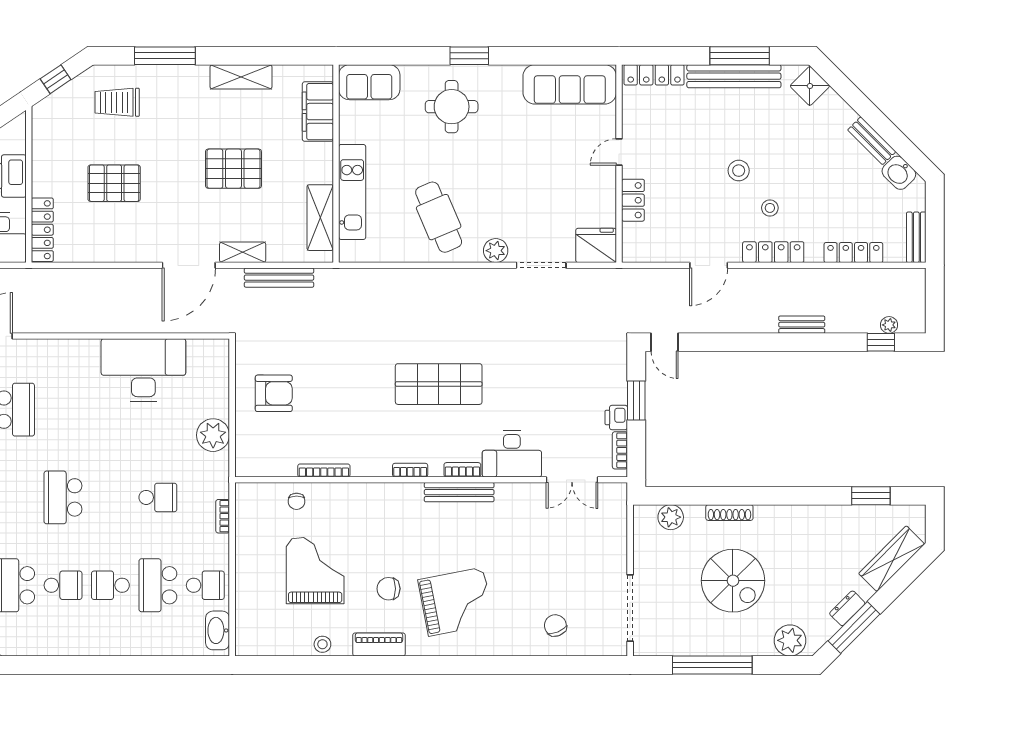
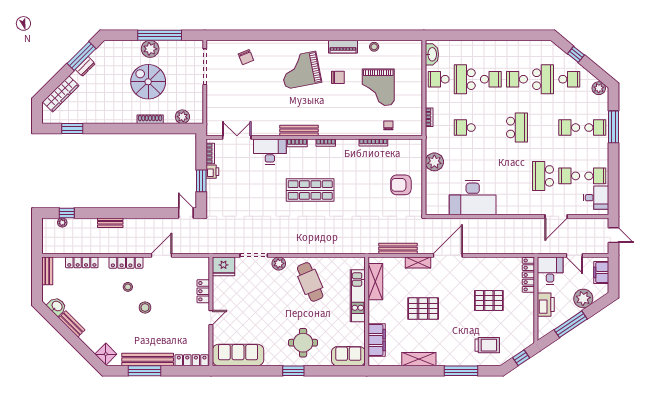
school desk: (158, 585) -> (465, 79), turned 180
plant: (790, 640) -> (150, 49), moved

